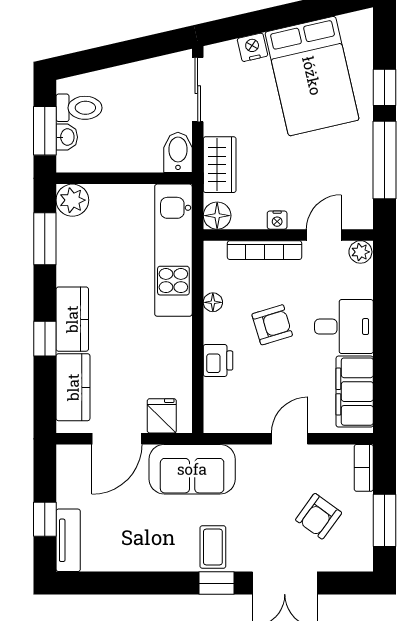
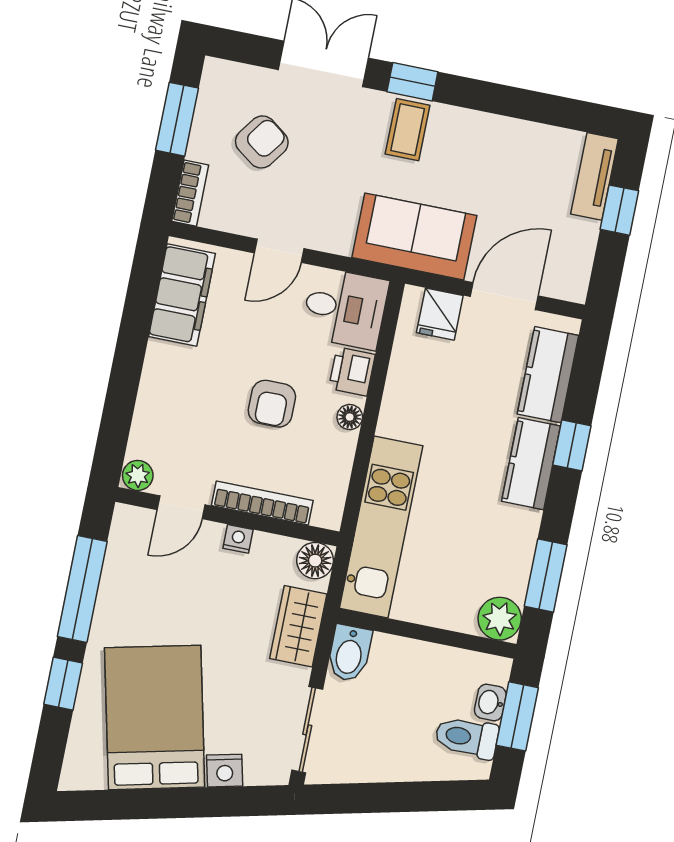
floor lamp: (213, 302) -> (350, 417), moved
armchair: (272, 325) -> (272, 404), turned -73
desk: (344, 327) -> (345, 308), moved, turned 180

